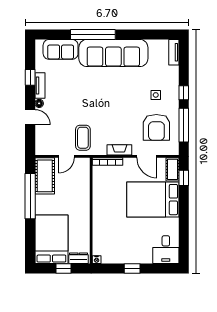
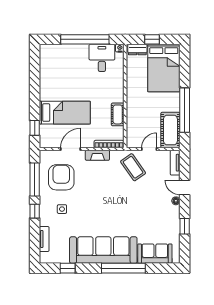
window: (150, 34) -> (68, 268), added
tv unit: (174, 52) -> (44, 239), moved
tv unit: (40, 86) -> (175, 163), moved
coffee table: (83, 138) -> (133, 167), turned -35
door: (147, 156) -> (71, 149), hinge flipped
cot: (173, 169) -> (118, 114), moved
bed: (153, 200) -> (65, 113), width x0.67
desk: (166, 250) -> (102, 58), moved
window: (132, 269) -> (85, 39), width x3.17

